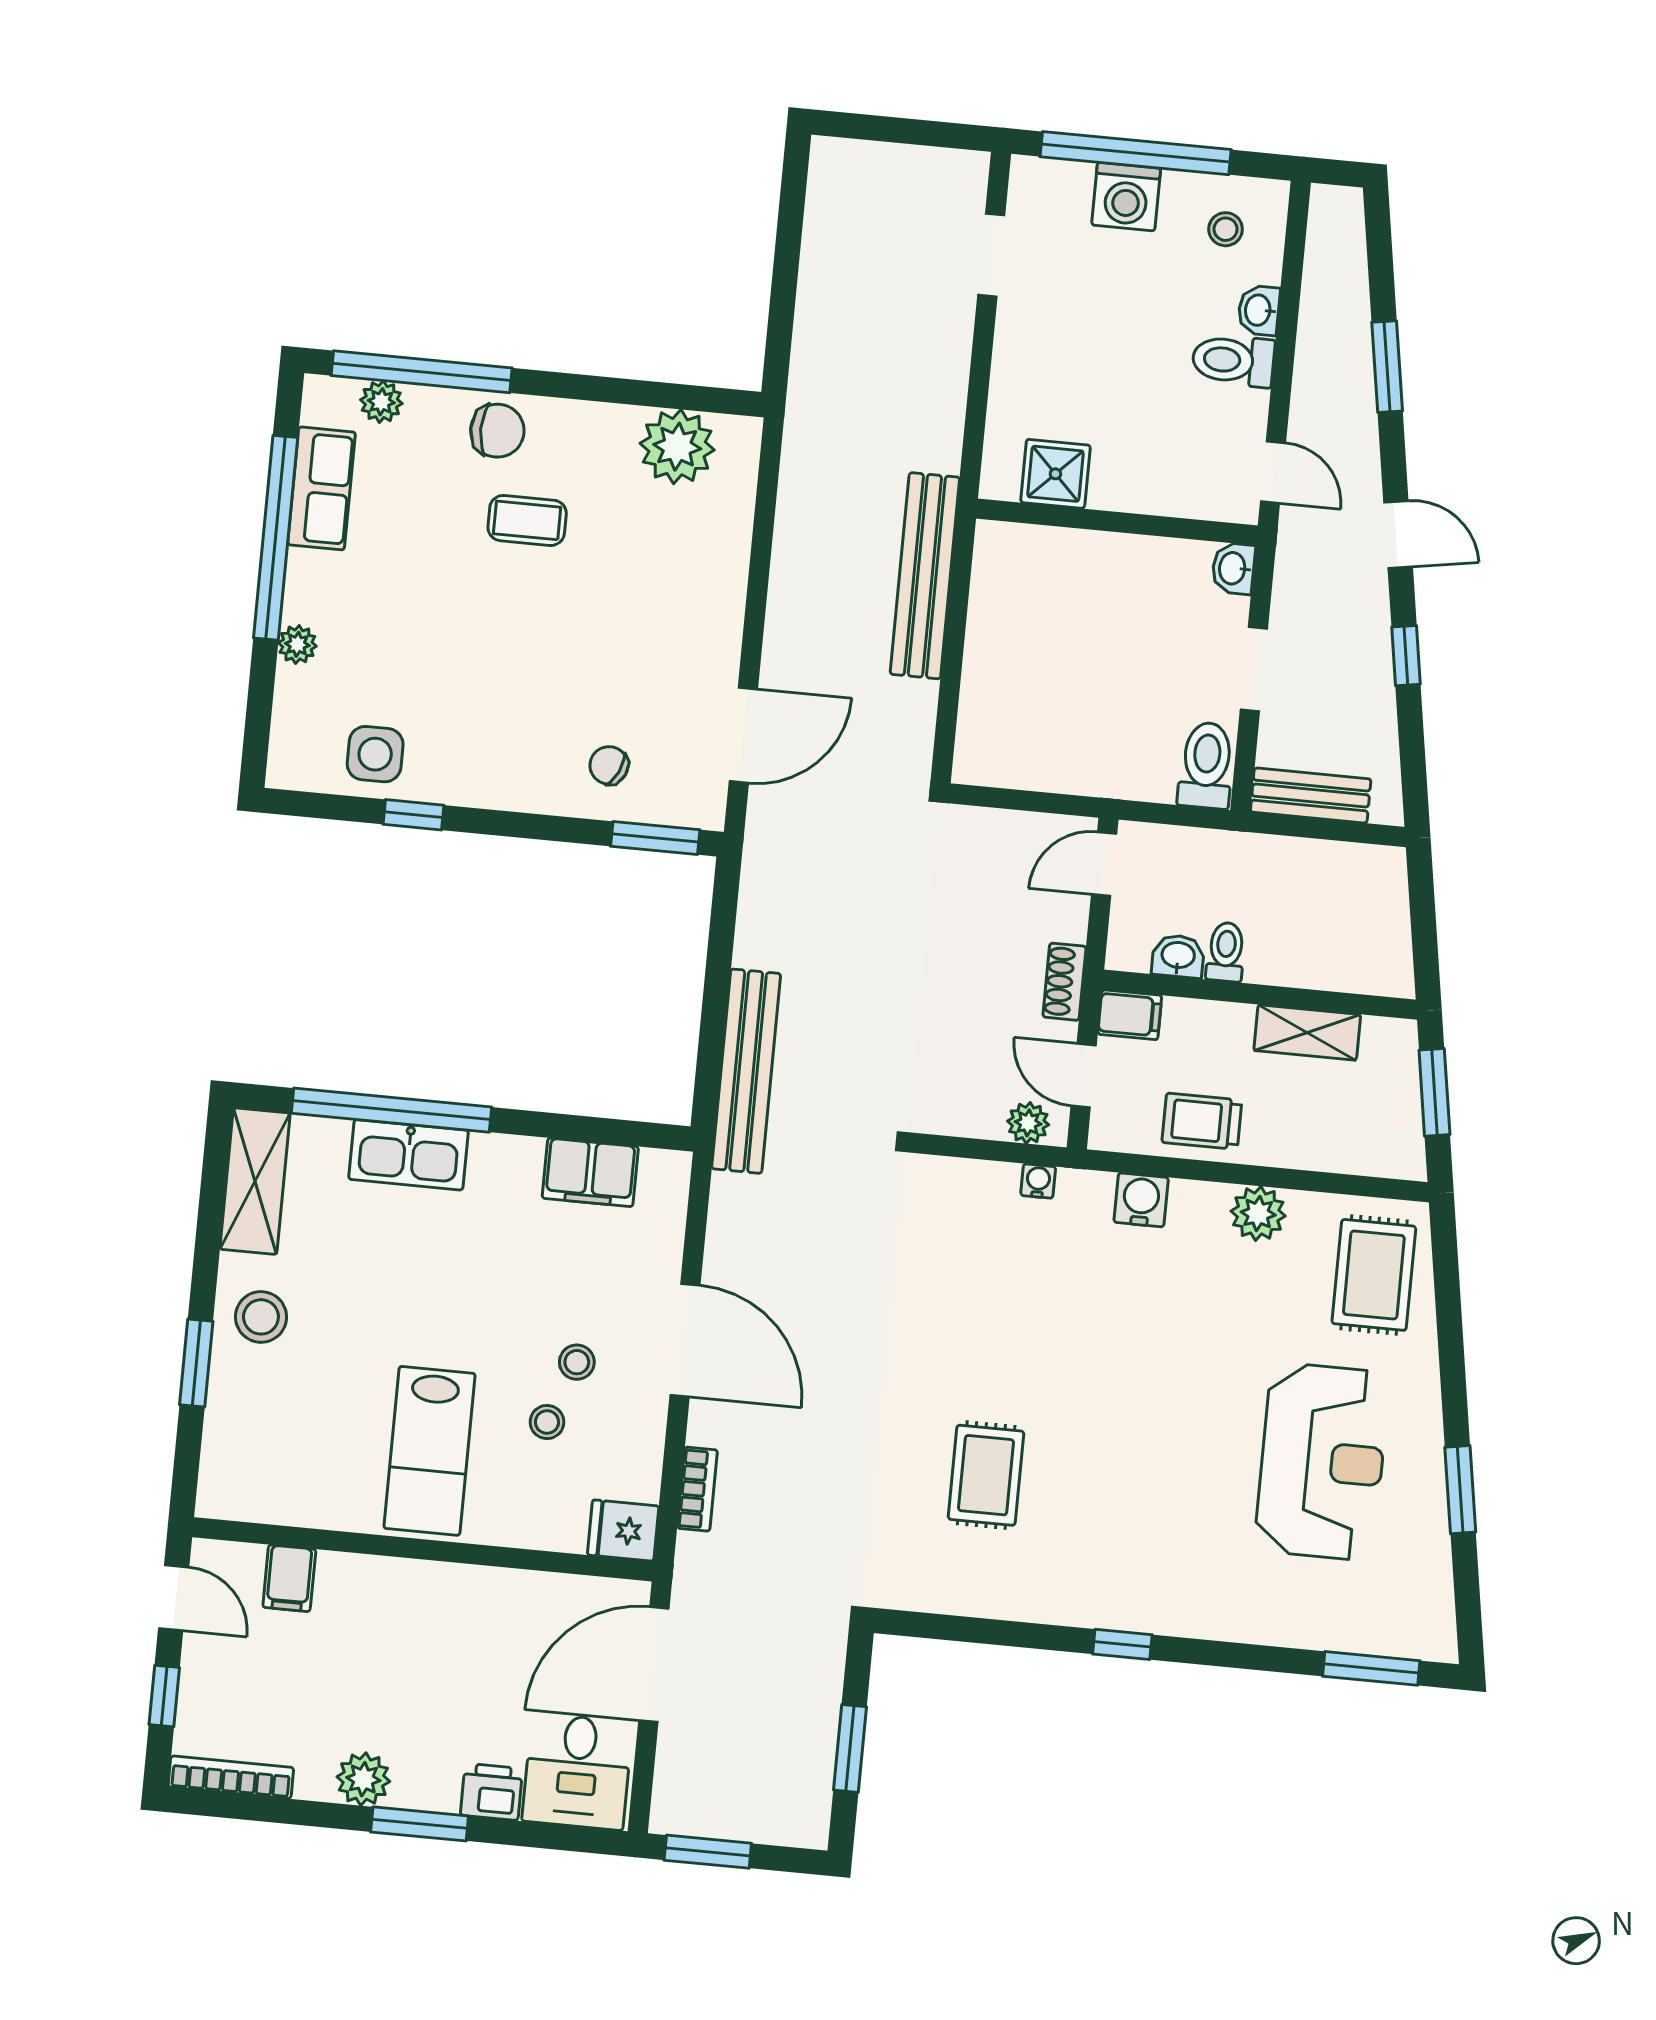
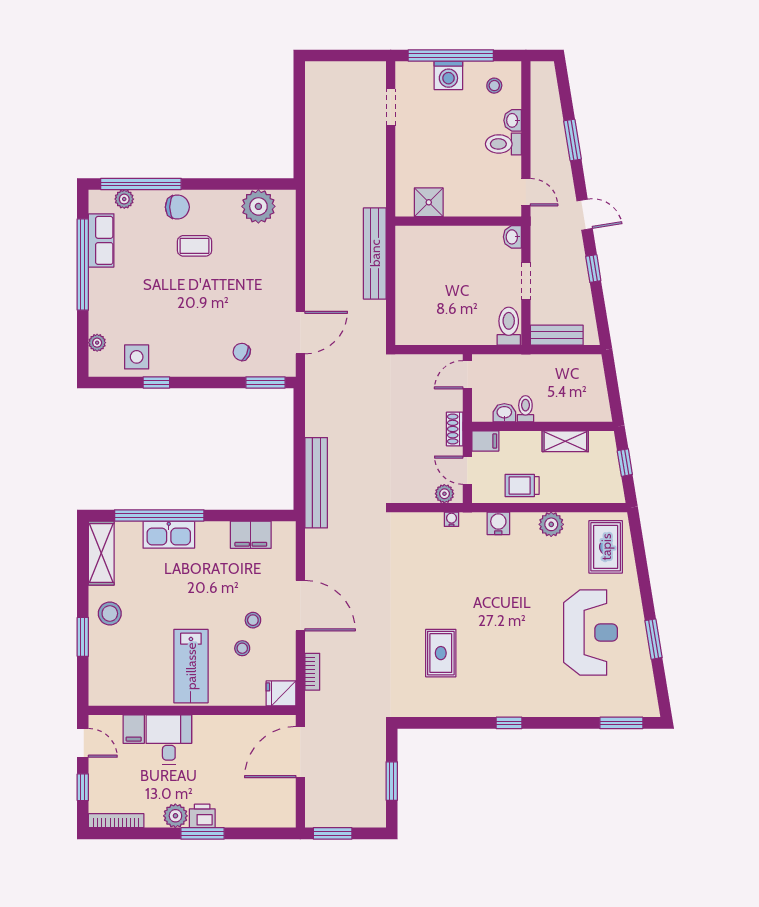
plant: (297, 644) -> (97, 343), moved
window: (1434, 1092) -> (625, 463), width x0.67
desk: (577, 1772) -> (169, 740), moved, turned 180
printer: (492, 1792) -> (202, 816), moved

